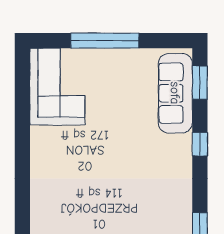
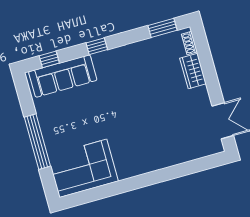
window: (200, 83) -> (49, 59), width x0.67

